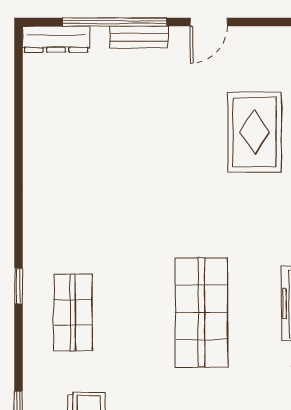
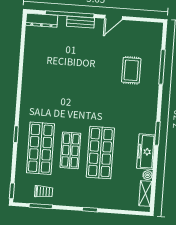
rug: (255, 132) -> (131, 70), width x0.73, depth x0.70
shop shelf: (73, 312) -> (40, 148), width x1.43, depth x1.36
shop shelf: (137, 312) -> (70, 150), added

